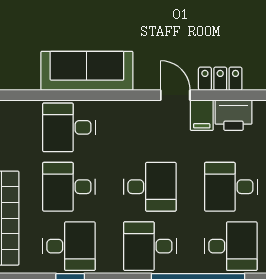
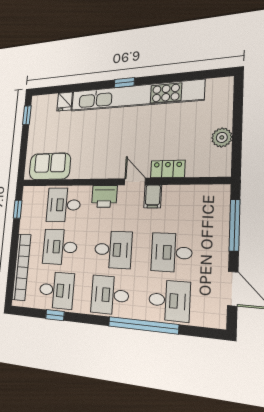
sofa: (87, 71) -> (50, 166), moved, width x0.73
printer: (233, 115) -> (104, 196), moved

